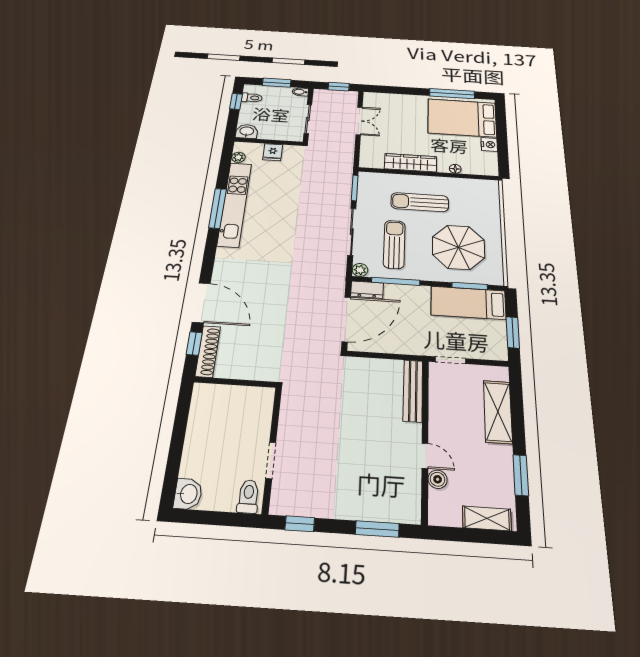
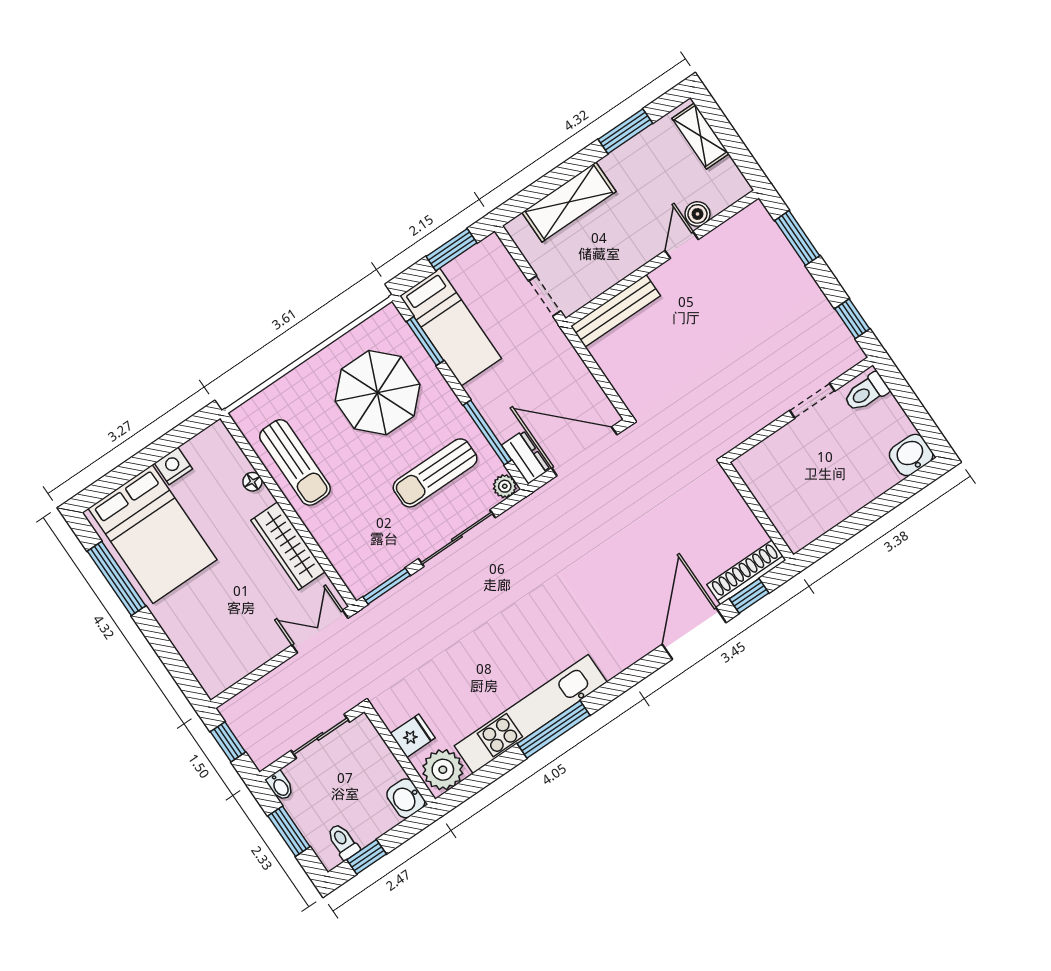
double door: (359, 121) -> (320, 632), moved
plant: (238, 157) -> (443, 770), width x1.88, depth x1.88
sun lounger: (420, 202) -> (295, 462), moved

